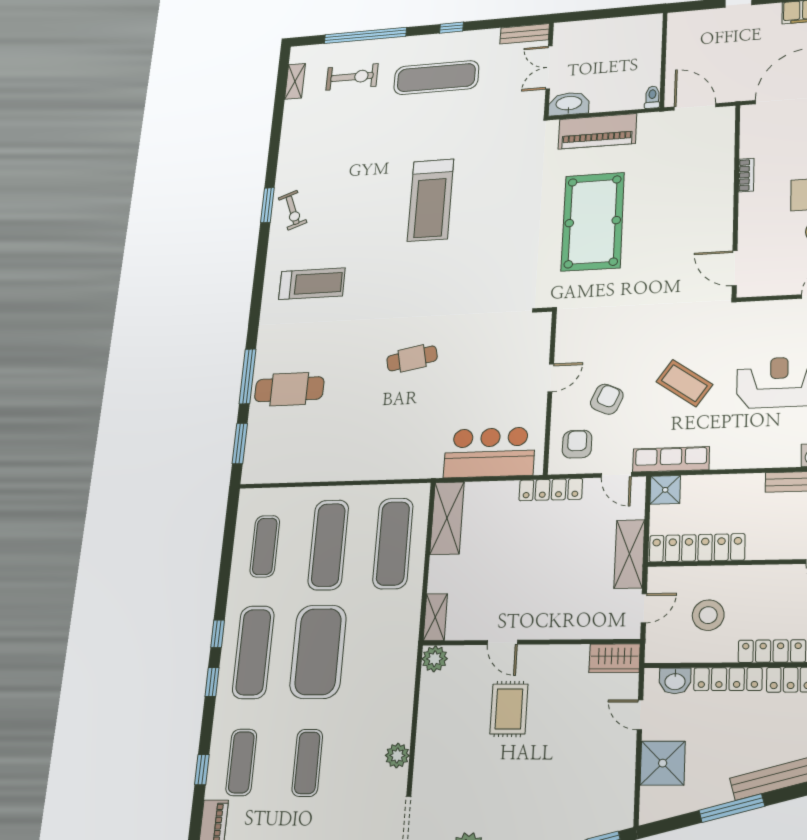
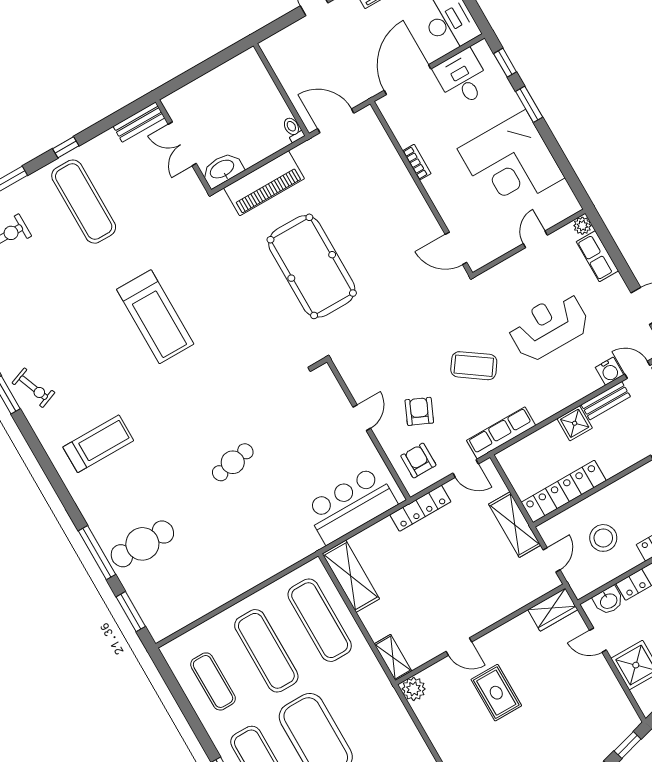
exercise mat: (436, 78) -> (84, 202), turned 90
shower: (665, 490) -> (575, 423), moved

